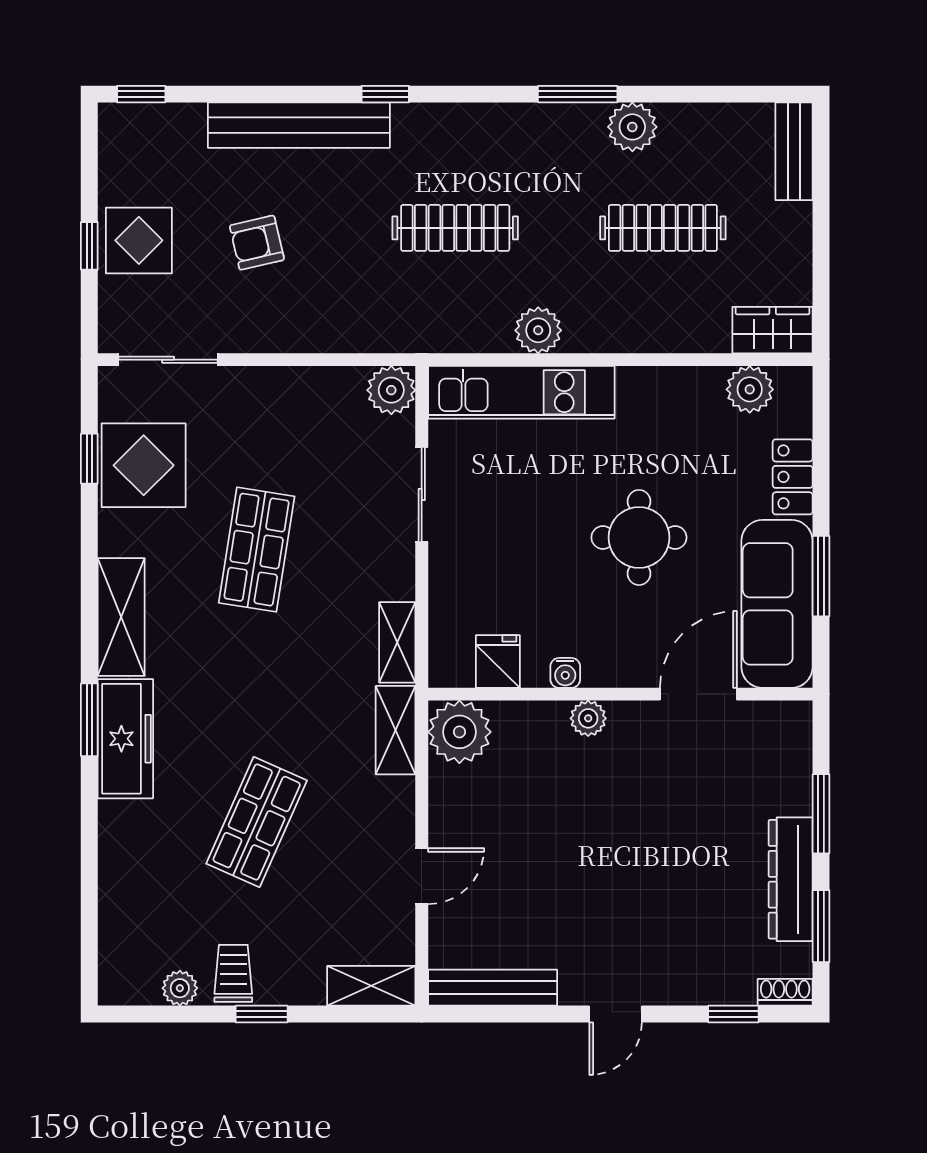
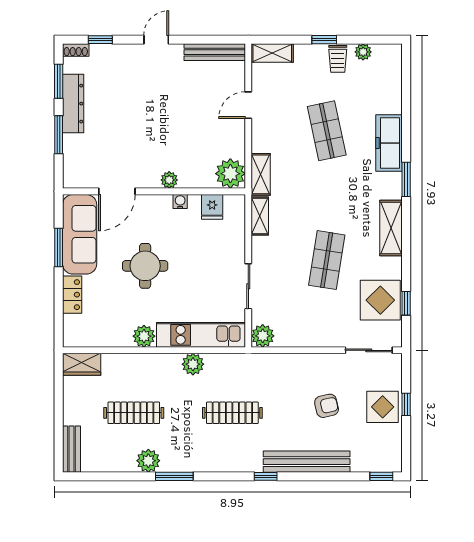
plant: (750, 389) -> (144, 336), moved
freezer: (125, 739) -> (389, 143), moved
shop shelf: (257, 822) -> (327, 131), turned -36

